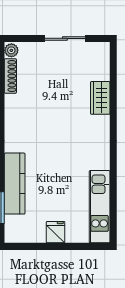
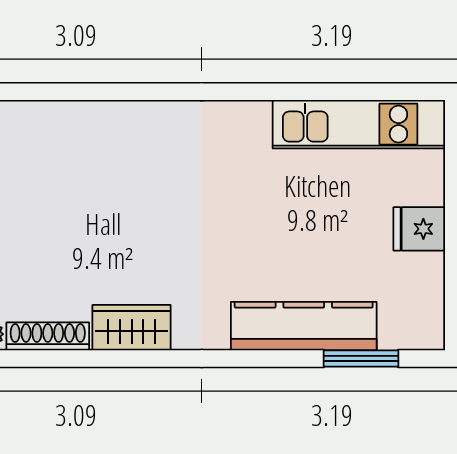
wardrobe: (100, 98) -> (132, 328), moved, turned 180

